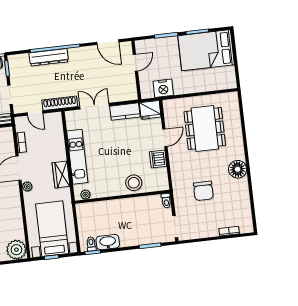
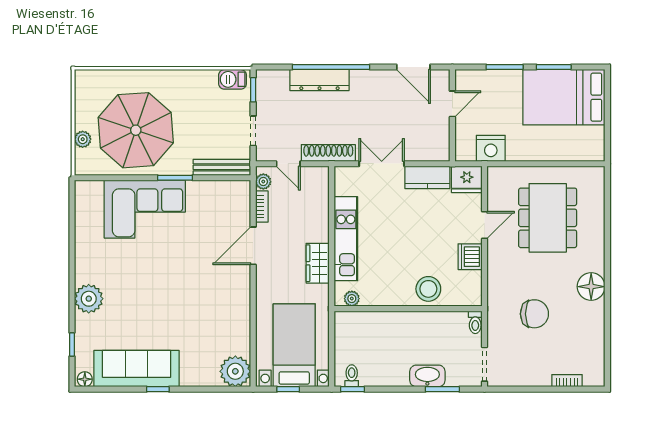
plant: (27, 186) -> (263, 182), moved
chair: (203, 191) -> (534, 314), turned -90
washbasin: (108, 242) -> (427, 376), moved

